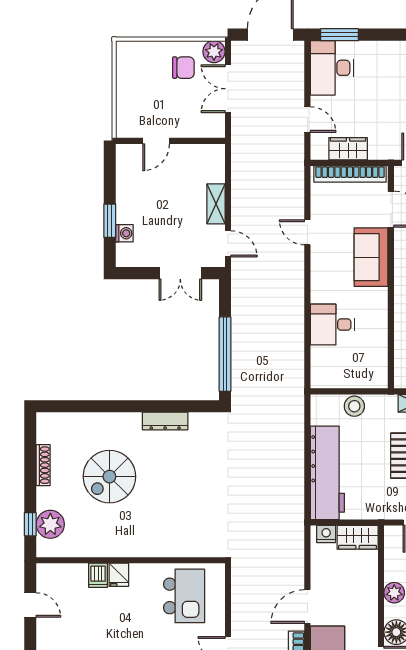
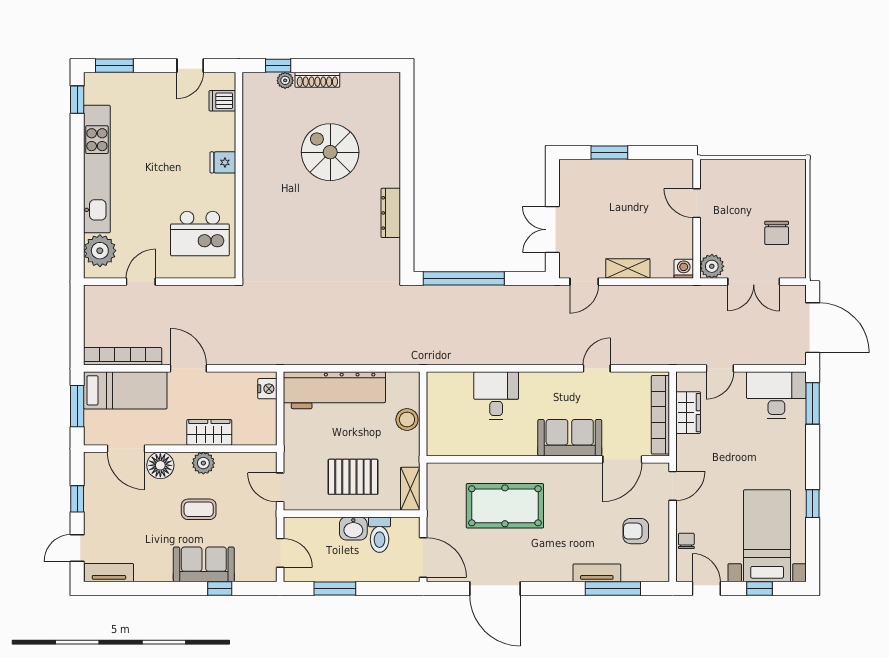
plant: (214, 52) -> (712, 266), moved
double door: (228, 89) -> (754, 282), swing flipped
washing machine: (124, 233) -> (684, 269), moved, turned 180
shoe rack: (43, 465) -> (317, 80), moved
plant: (50, 524) -> (285, 80), width x0.53, depth x0.53
wardrobe: (358, 537) -> (209, 432), moved, turned 90
dishwasher: (98, 575) -> (222, 101), moved

